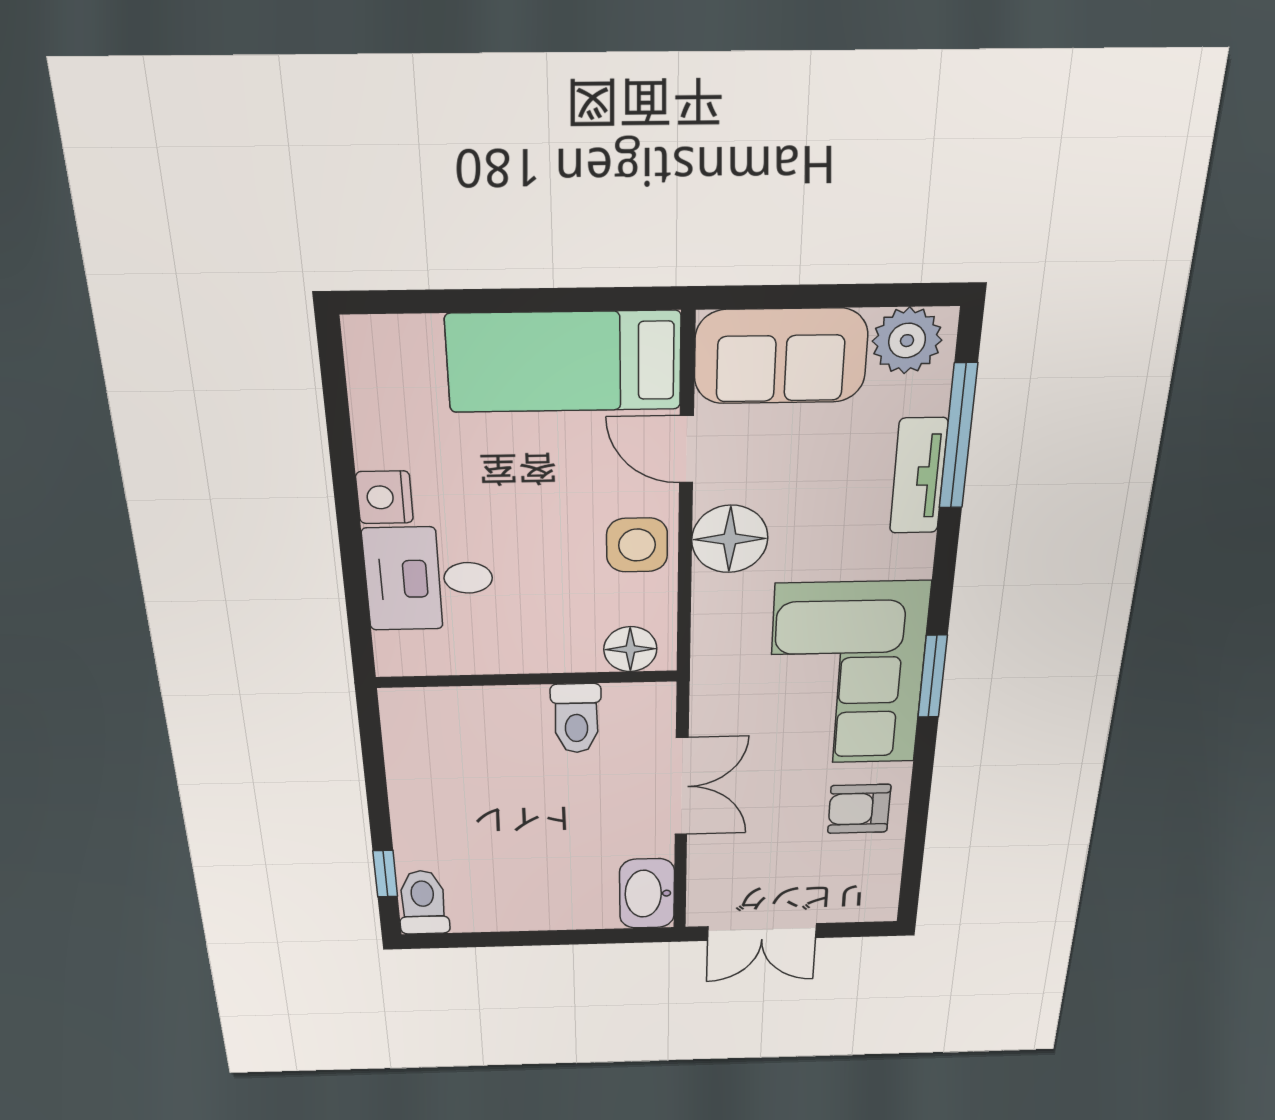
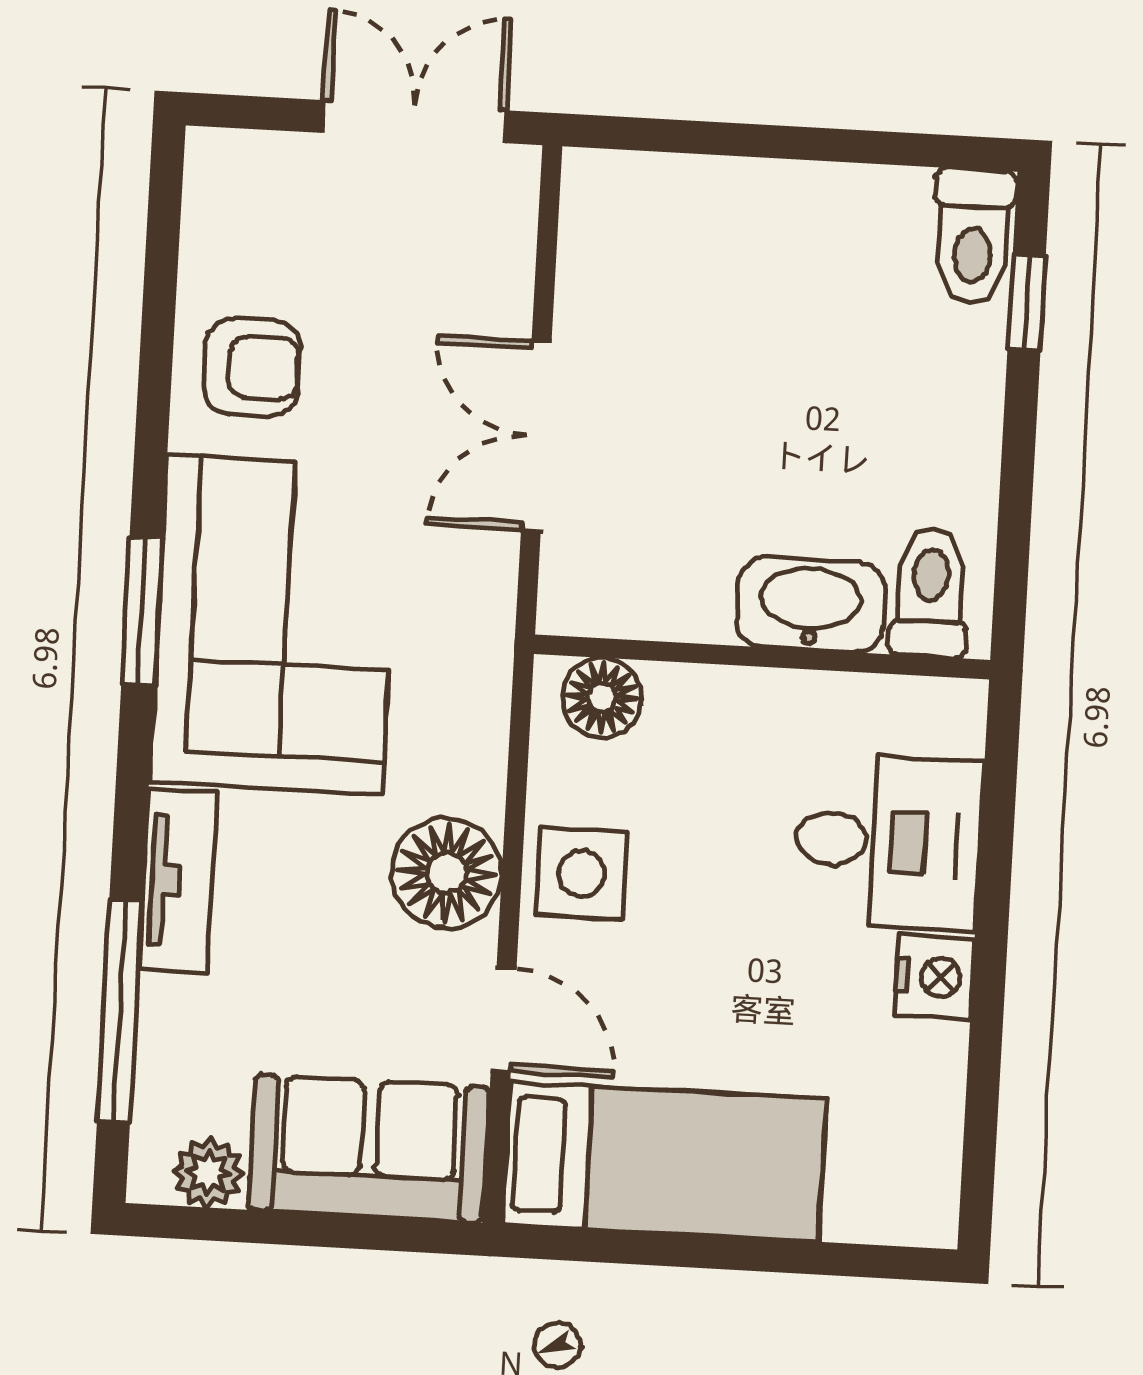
plant: (907, 341) -> (208, 1173), width x0.73, depth x0.73
tv unit: (919, 476) -> (178, 881), moved
toilet: (576, 718) -> (930, 593), moved
washbasin: (647, 894) -> (811, 605), moved, turned -90

